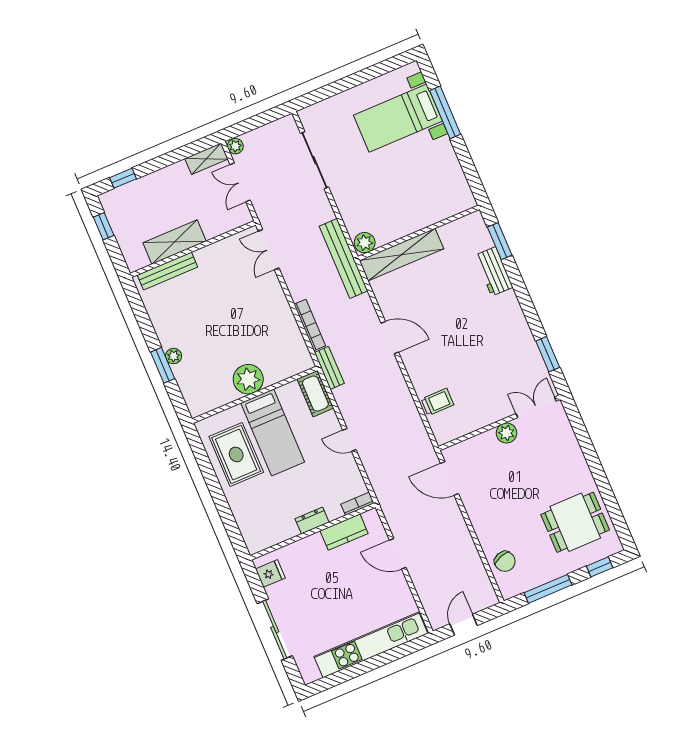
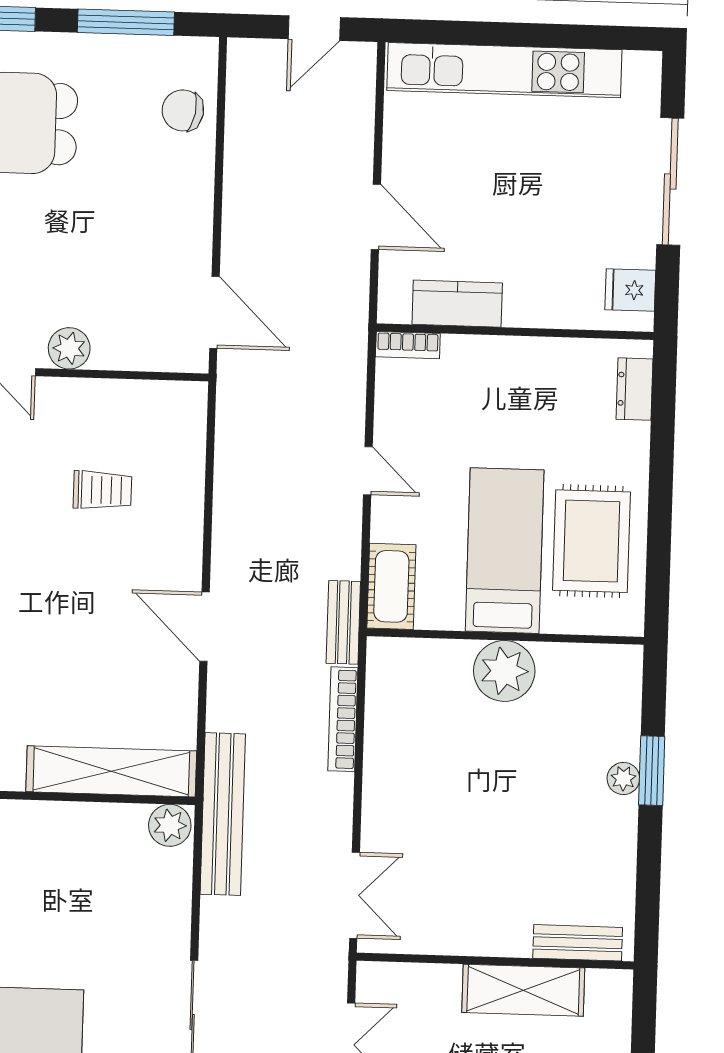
bench: (167, 271) -> (578, 943), width x0.73
trolley: (437, 402) -> (102, 490), moved, turned 180
dresser: (312, 520) -> (634, 389), moved, turned 90
chair: (505, 561) -> (183, 110), turned -61

